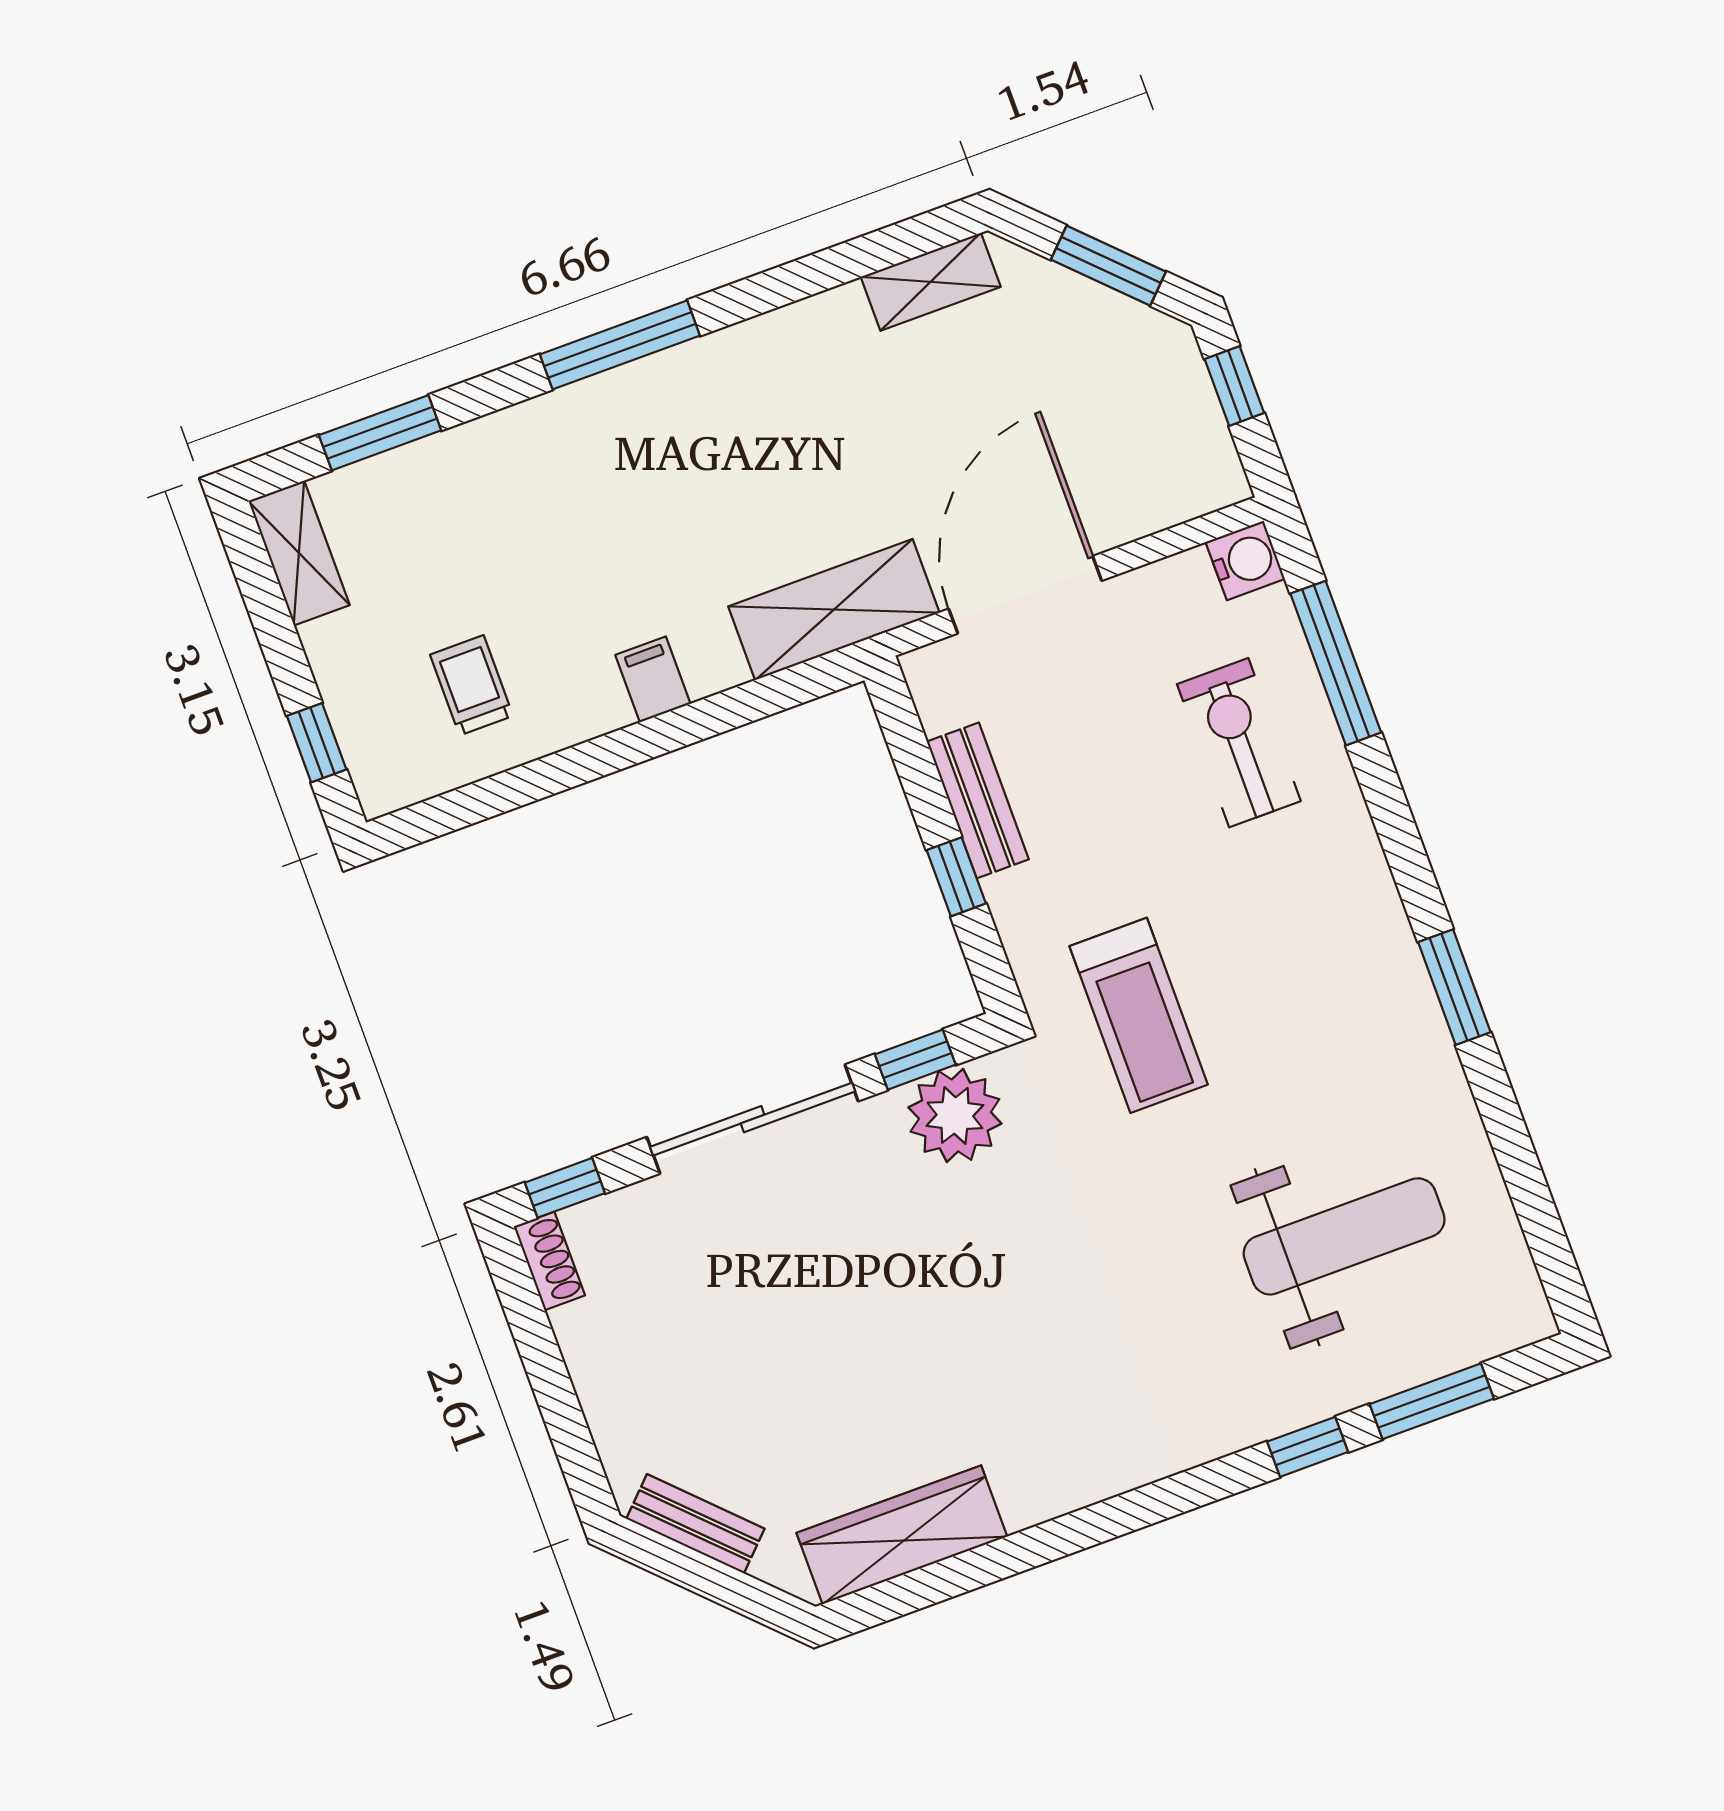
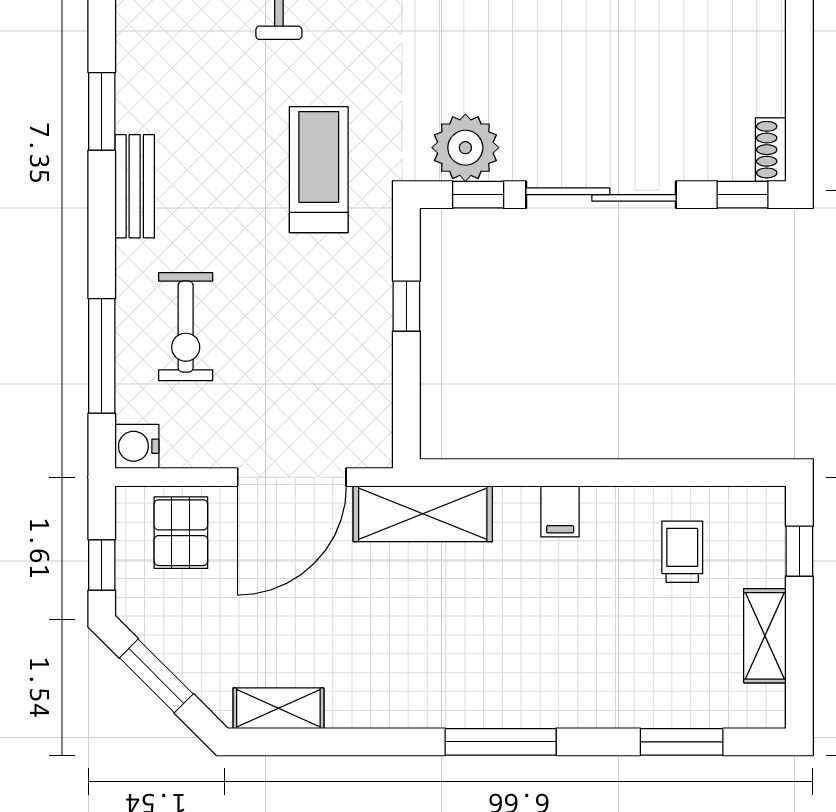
pallet: (1145, 467) -> (181, 533), added
shelving: (299, 553) -> (765, 636), moved
trolley: (472, 685) -> (682, 552), turned 180
bench: (978, 800) -> (135, 186), moved

